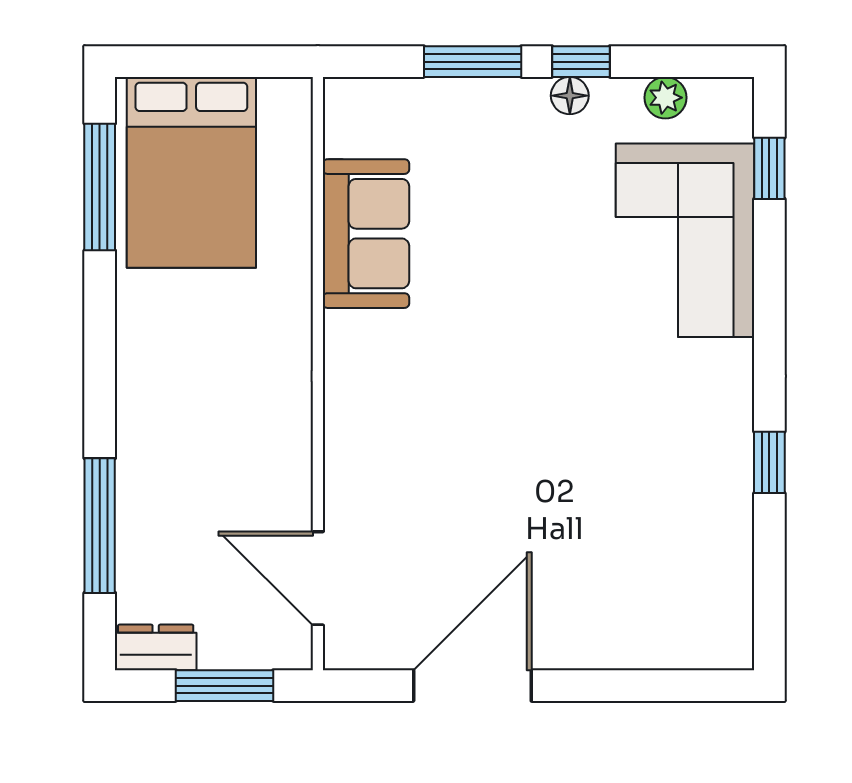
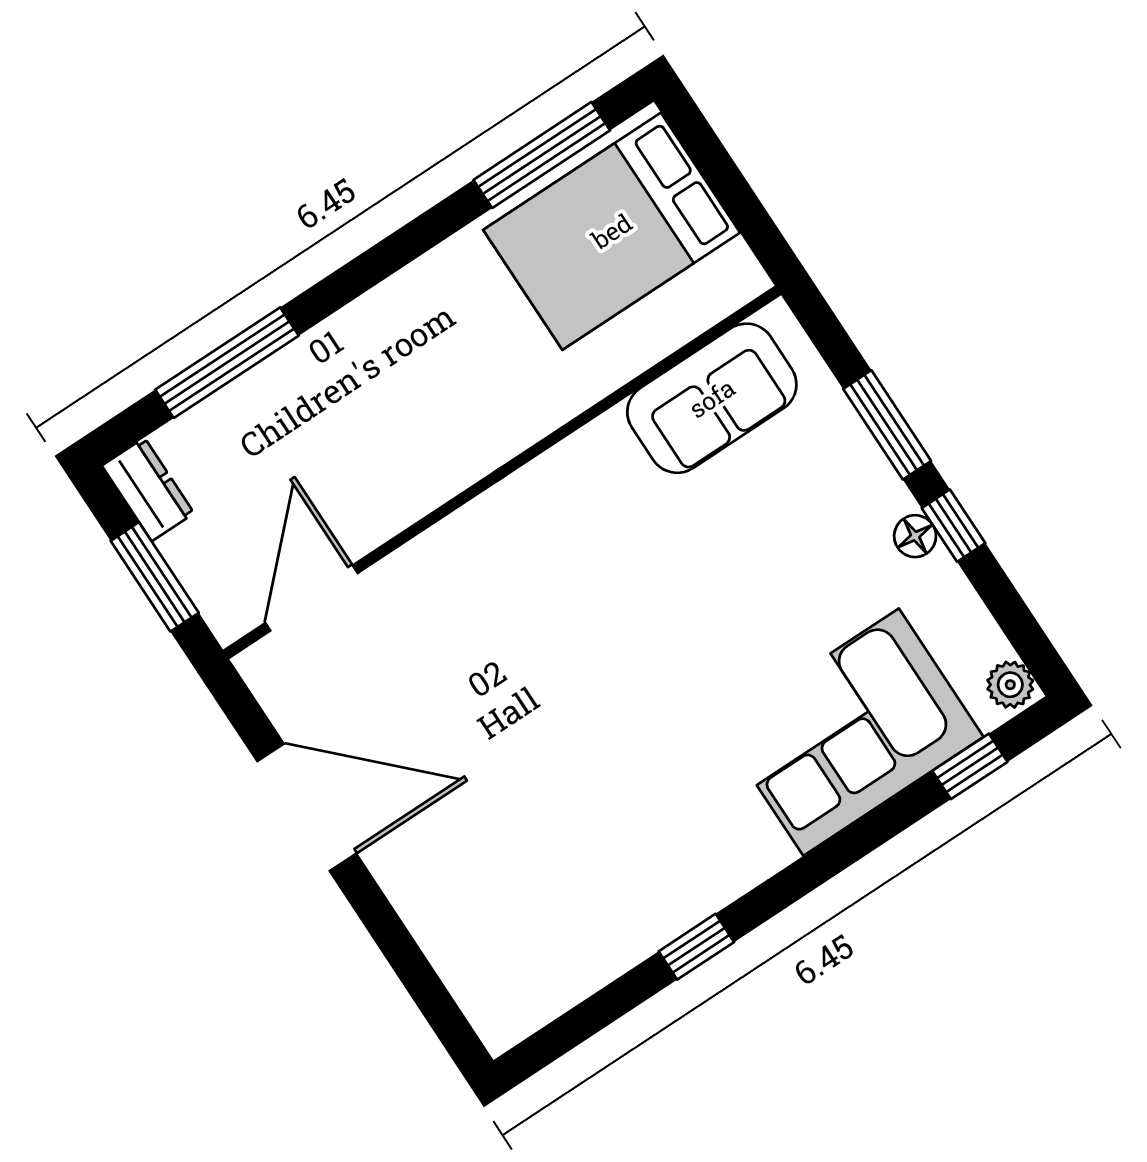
plant: (665, 98) -> (1010, 685), moved
sofa: (366, 234) -> (712, 398), moved

